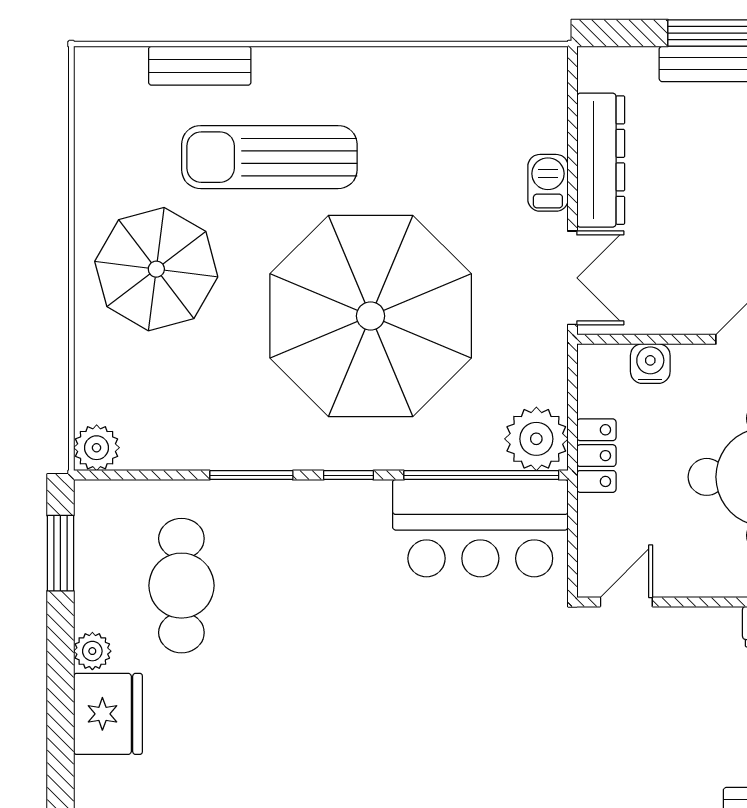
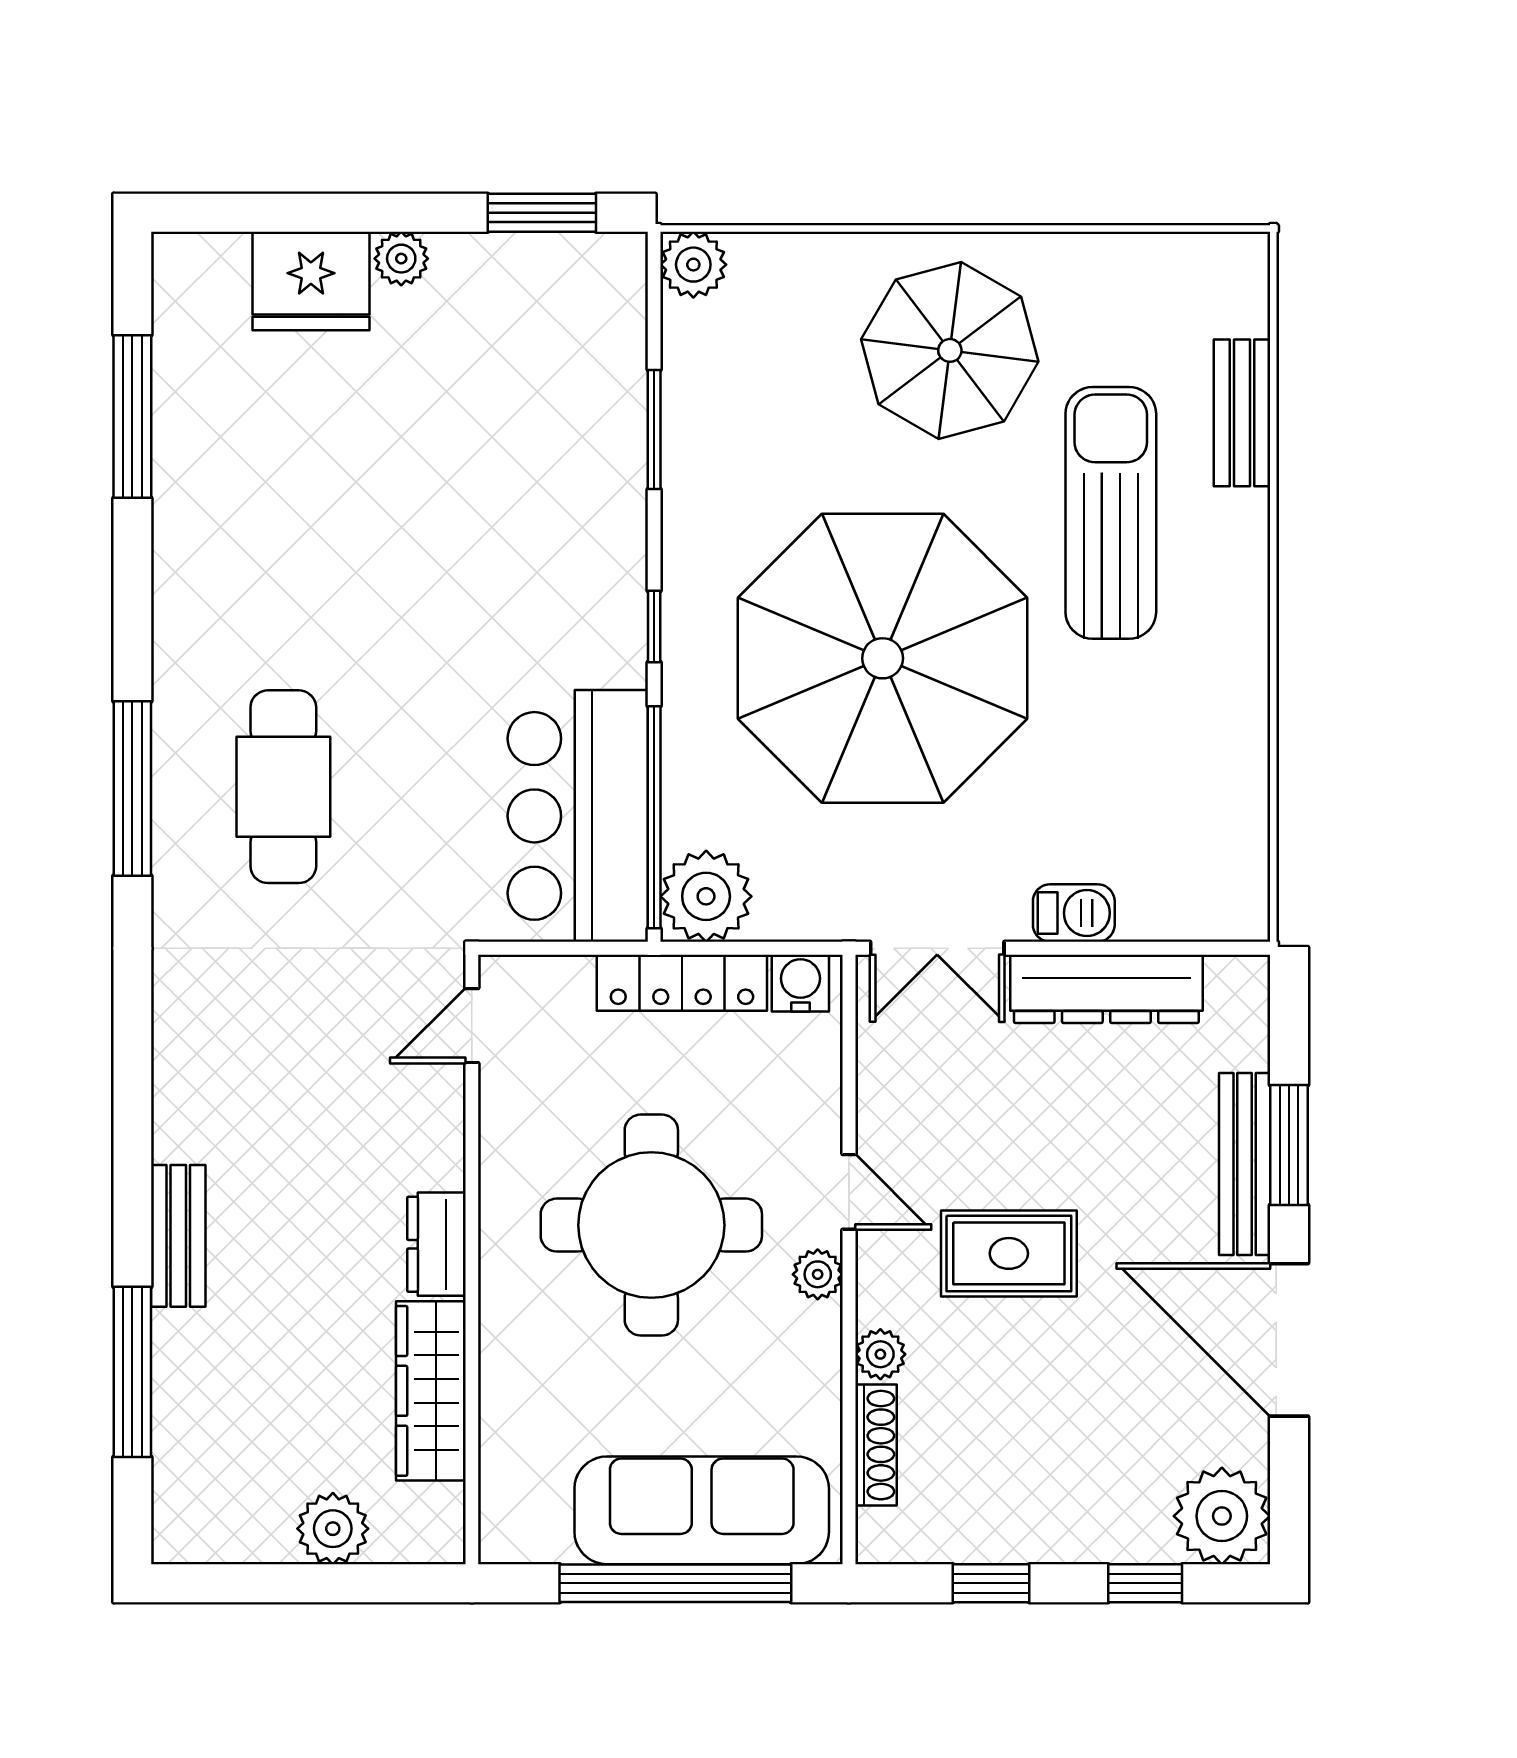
water cooler: (650, 364) -> (800, 983), moved, turned -90
locker: (596, 456) -> (682, 983), width x1.53
window: (251, 475) -> (654, 430), moved
cafe table: (181, 586) -> (283, 787), moved, turned 90
door: (626, 602) -> (472, 1026), swing flipped

